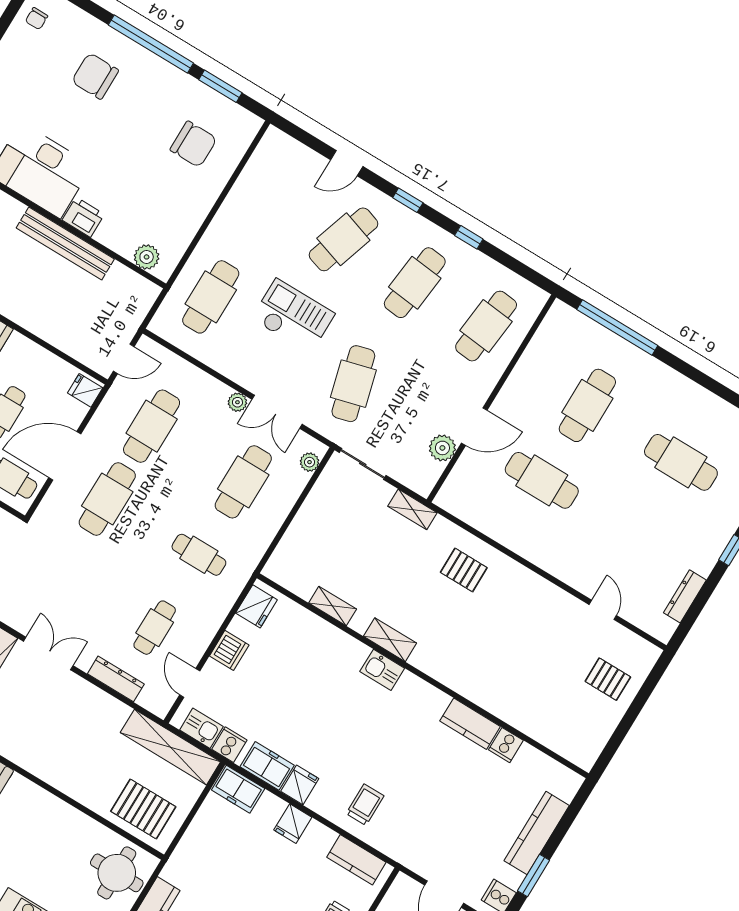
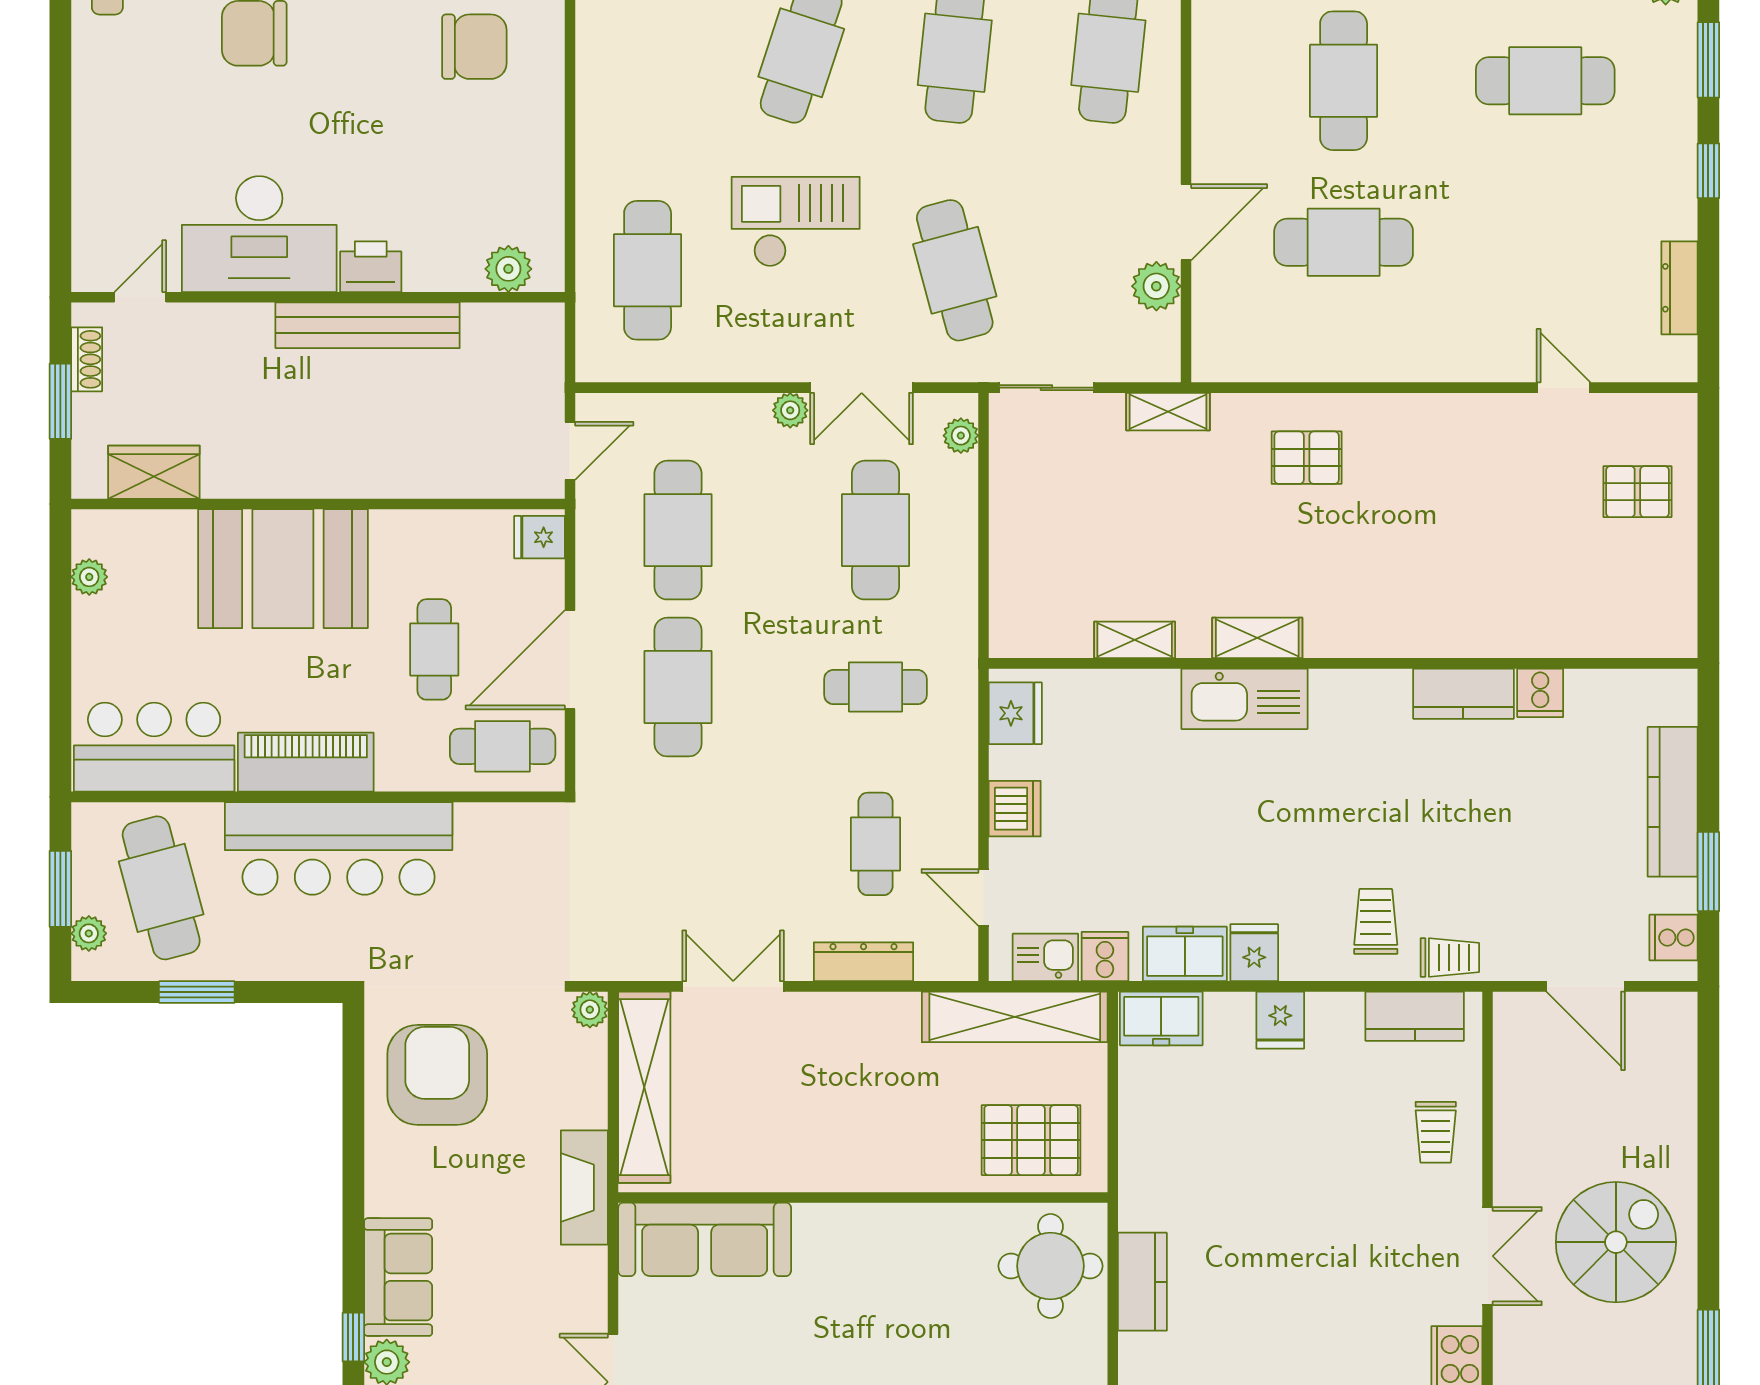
kitchen sink: (382, 670) -> (1244, 699), width x1.88, depth x1.24
trolley: (389, 842) -> (1450, 958), added

